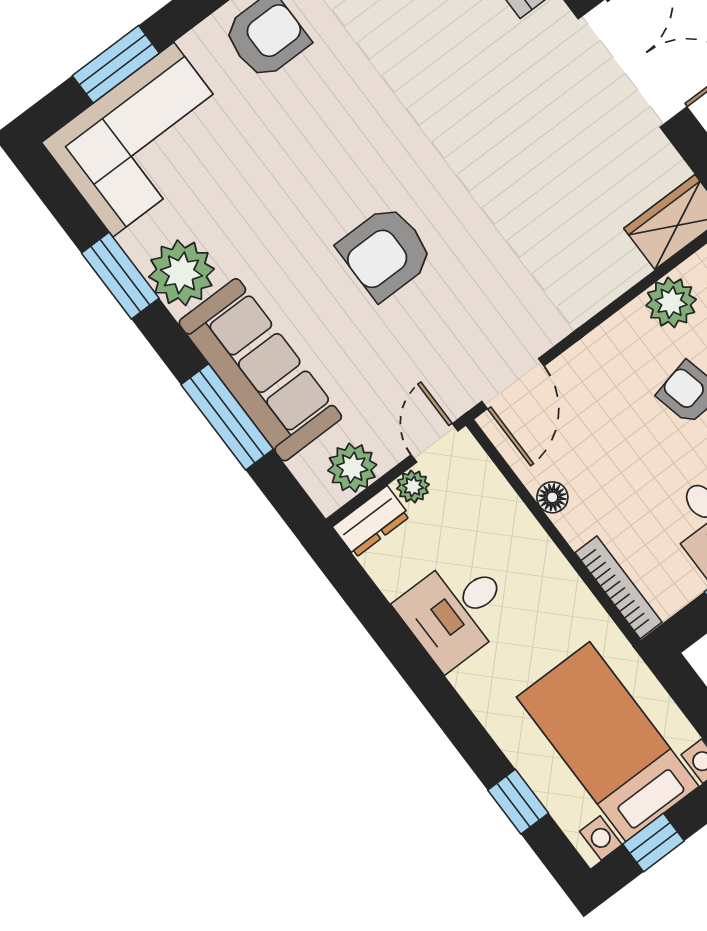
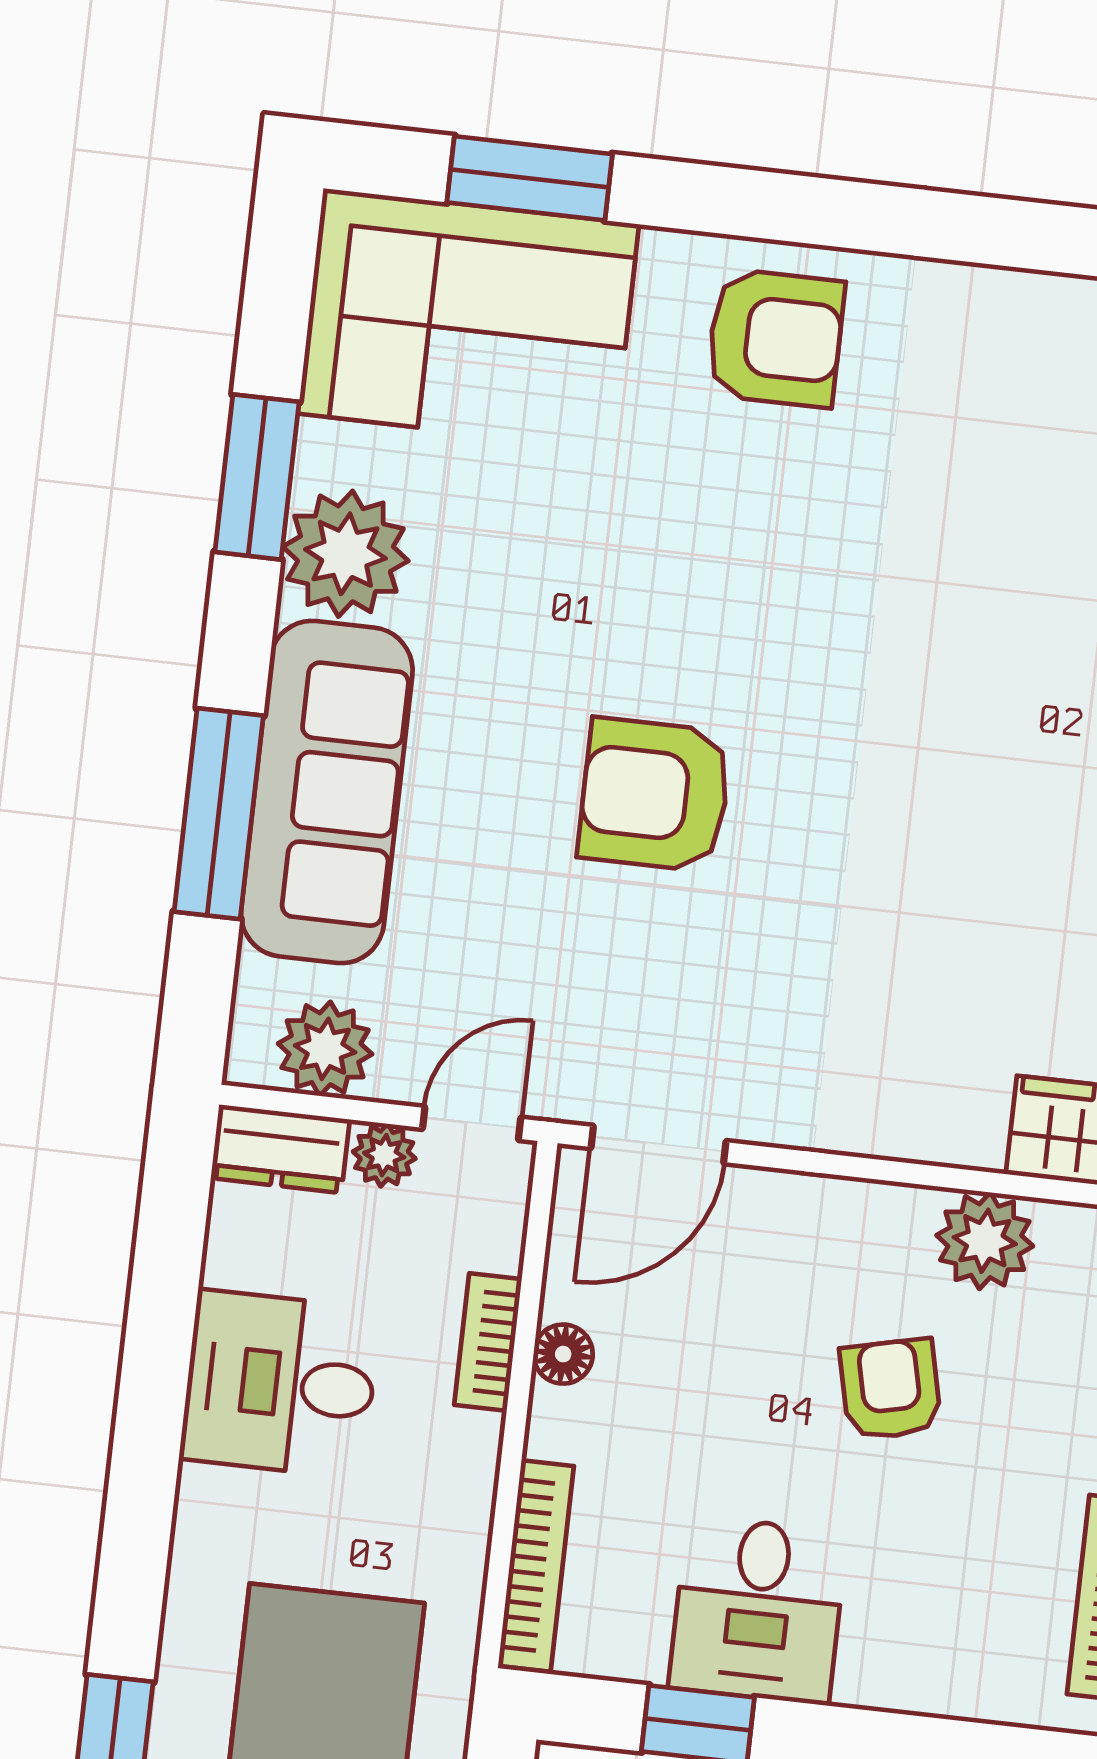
bookcase: (520, 520) -> (488, 1342), added

